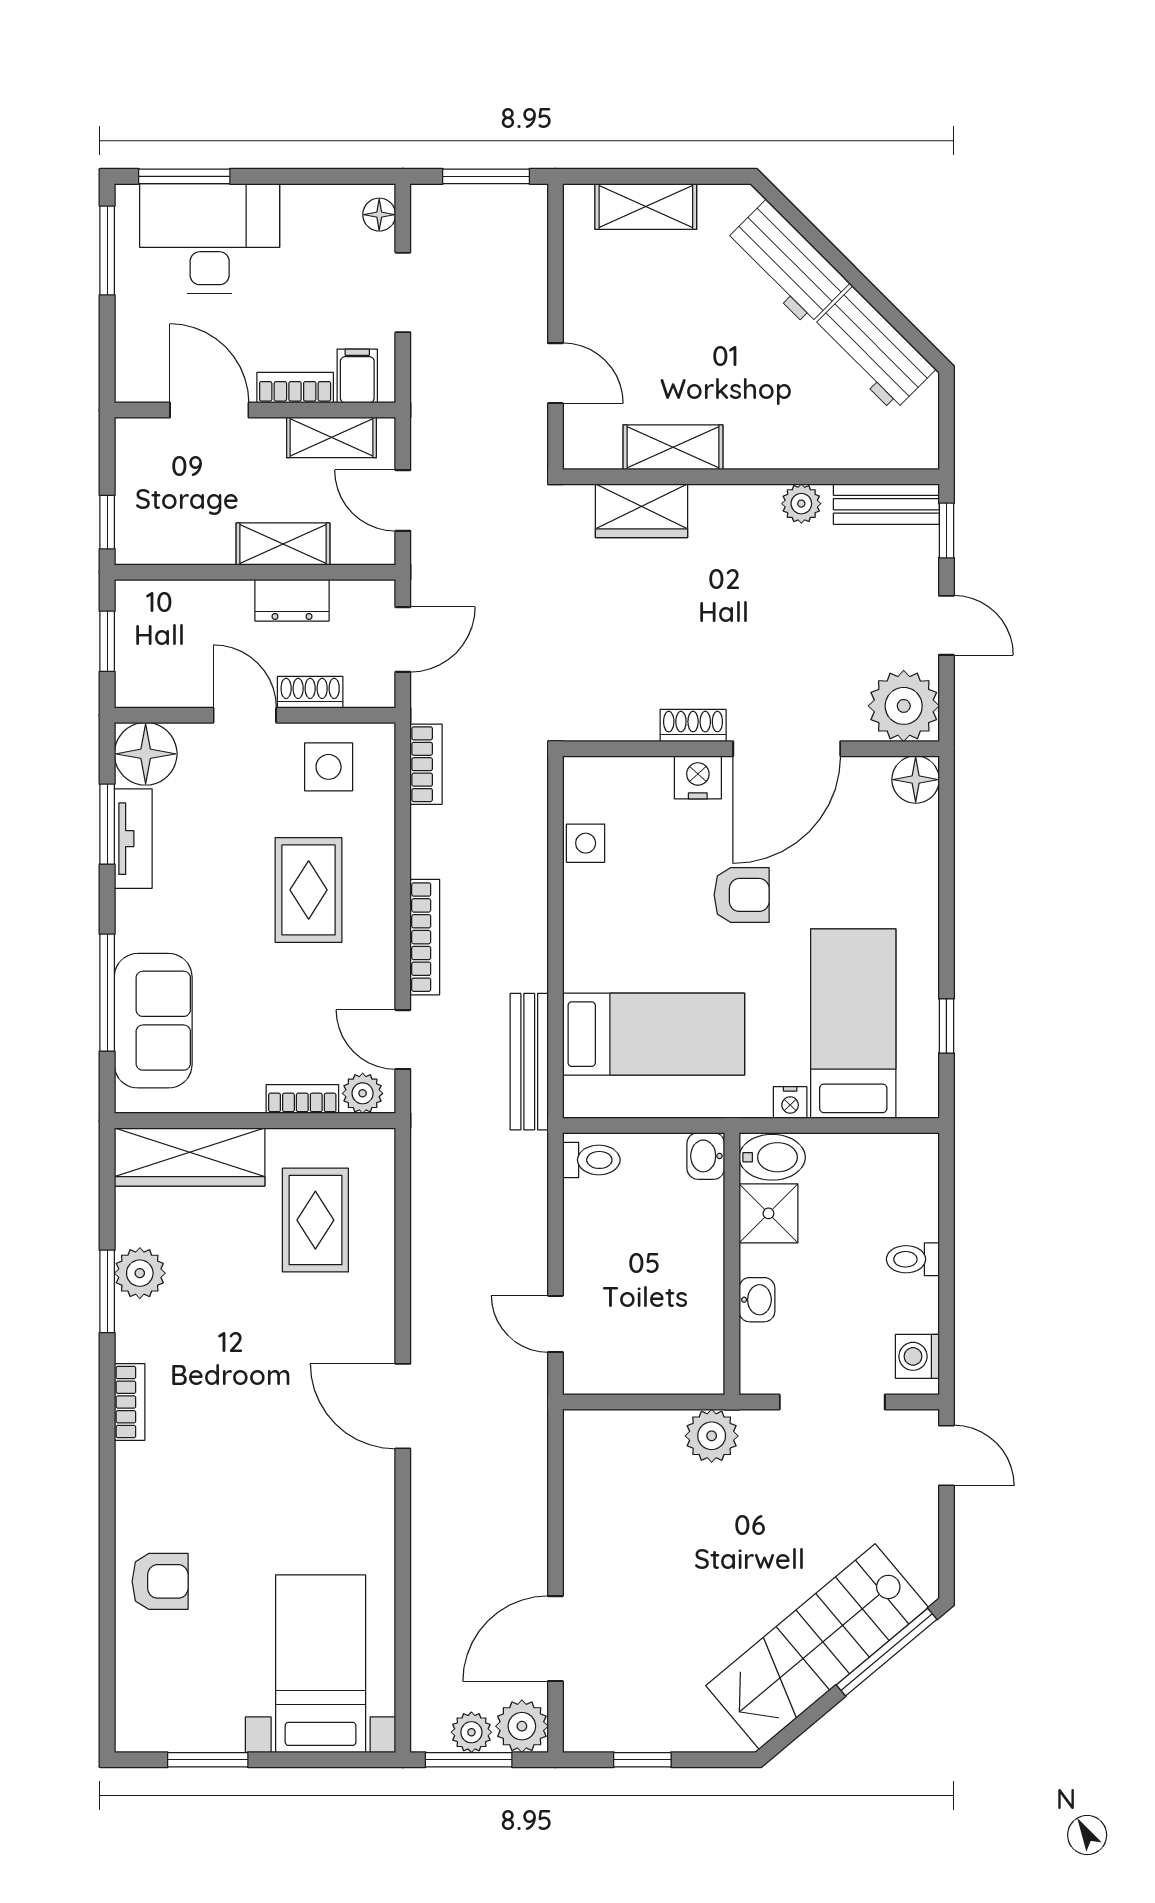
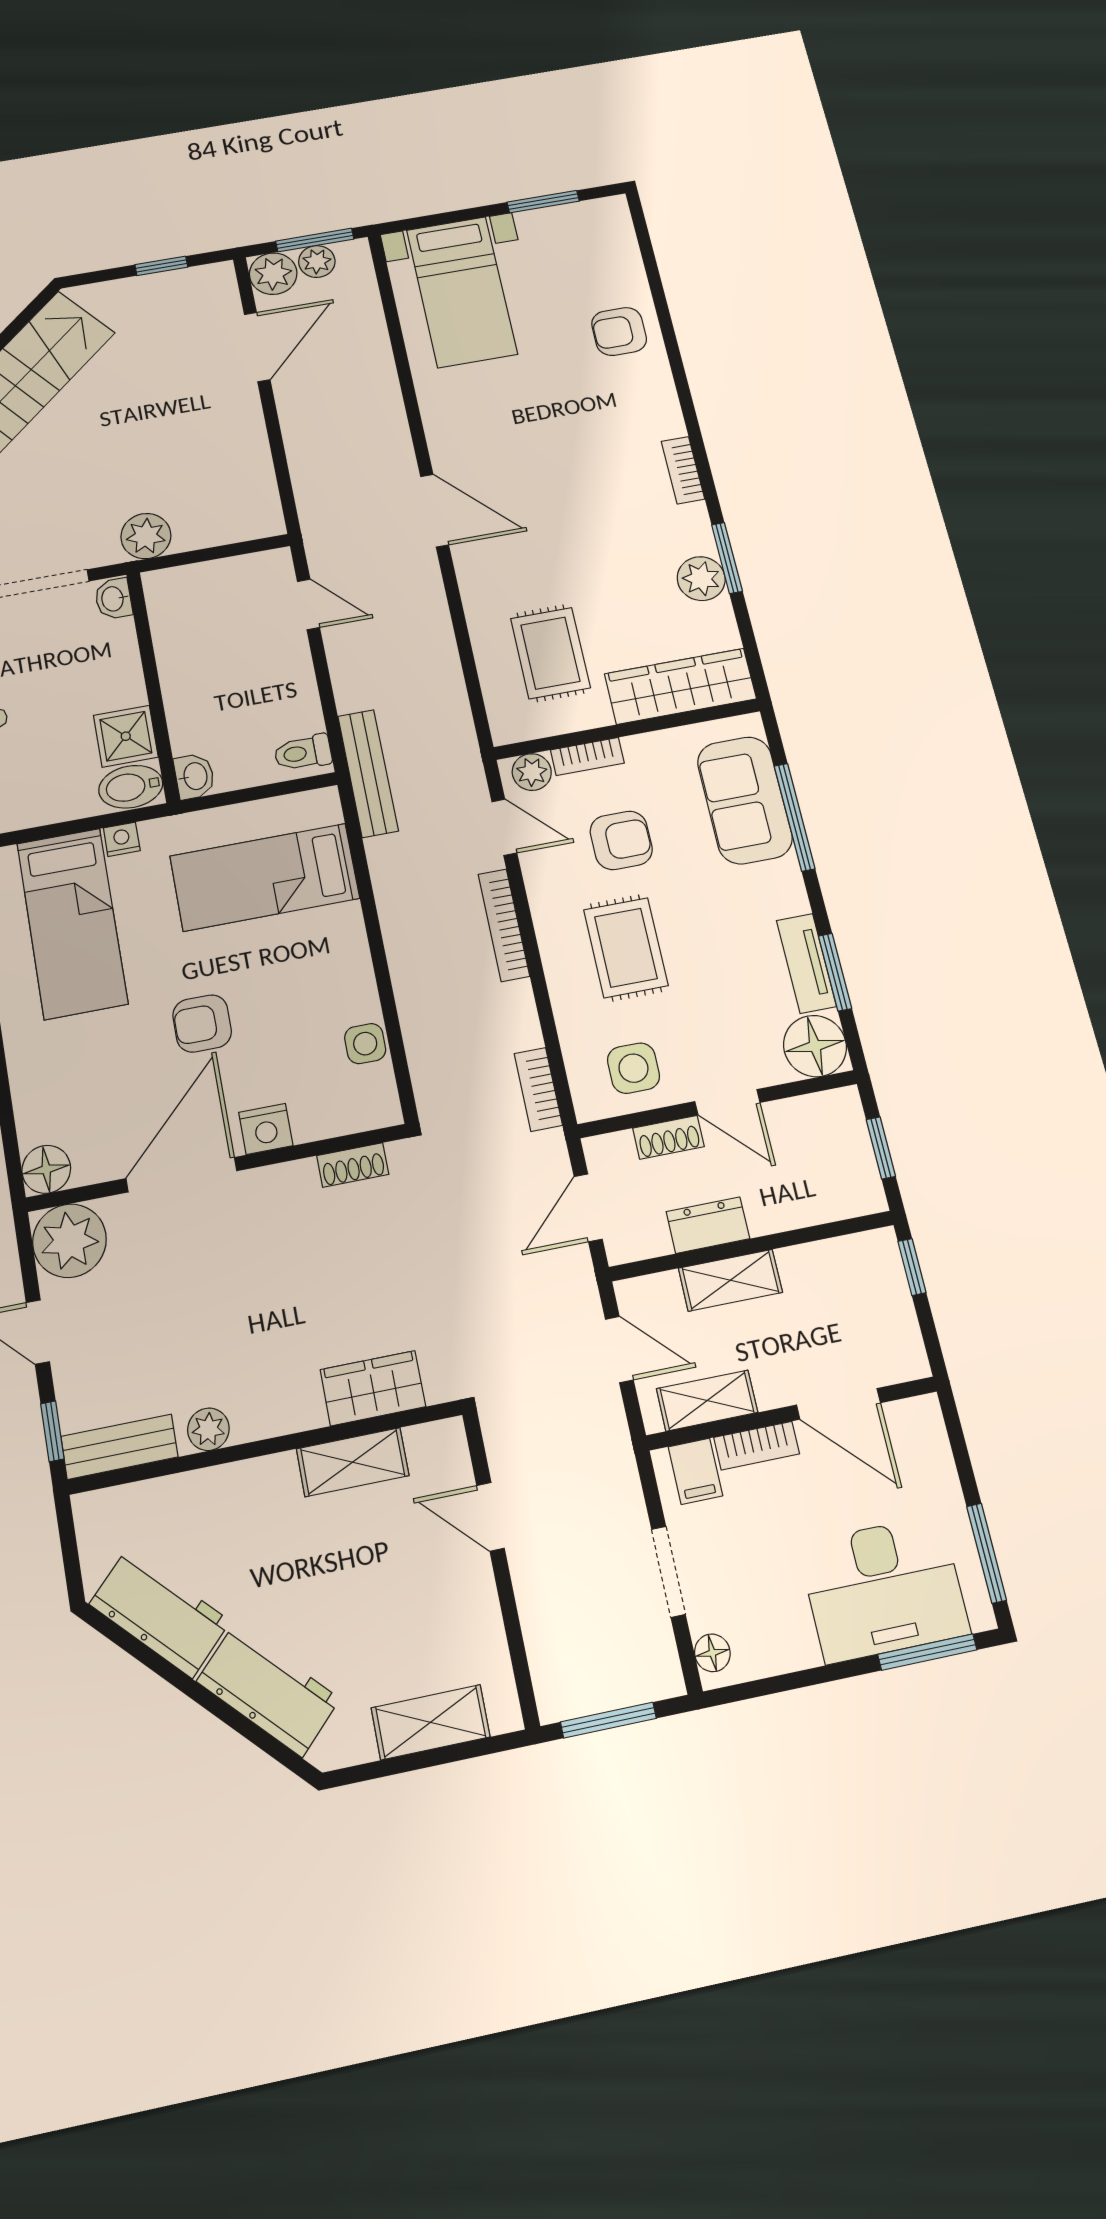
shoe rack: (693, 725) -> (353, 1165), moved
armchair: (288, 1003) -> (621, 840), added
bench: (529, 1062) -> (368, 773), moved
washbasin: (757, 1300) -> (113, 599), moved

